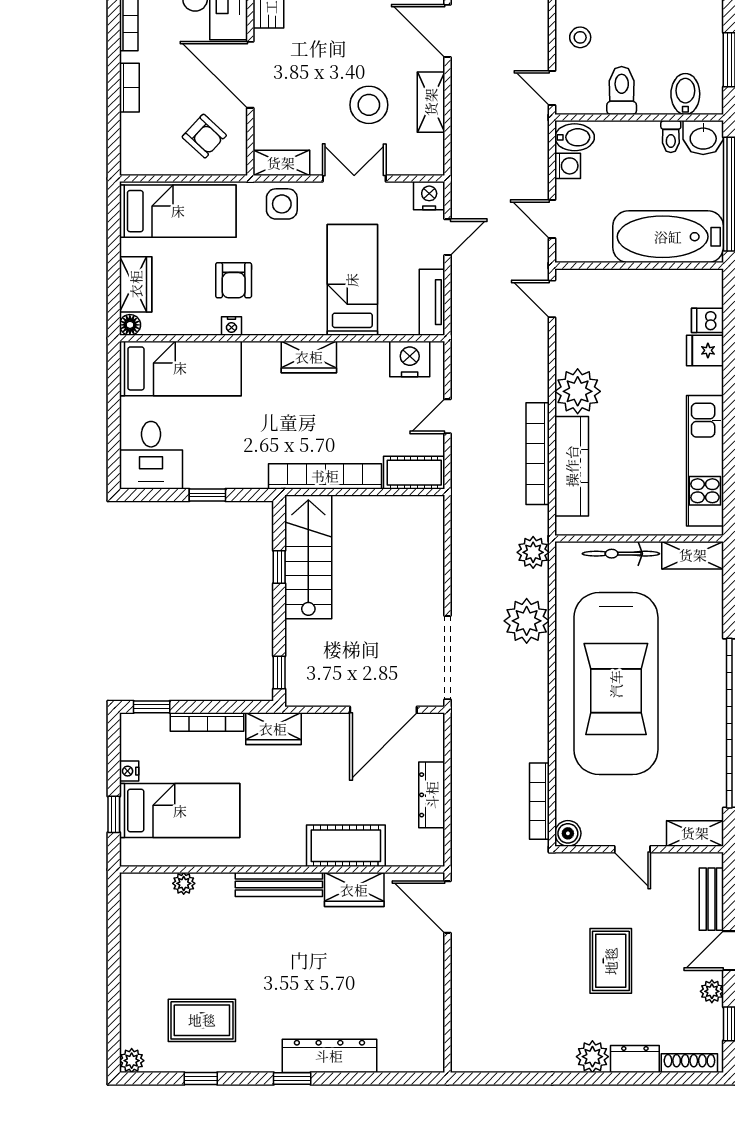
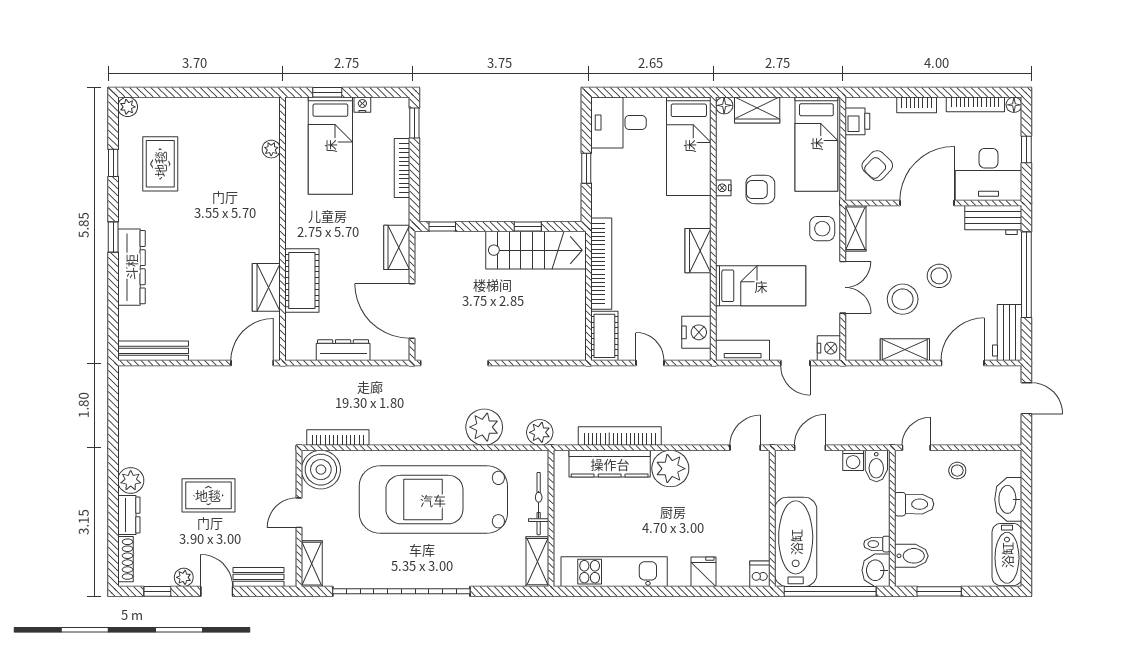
stool: (340, 60) -> (939, 276), added
printer: (150, 160) -> (857, 121), added
dishwasher: (708, 320) -> (760, 574), moved
wardrobe: (273, 729) -> (397, 247), moved
boiler: (568, 833) -> (321, 470), width x1.86, depth x1.86
bench: (279, 885) -> (153, 351), moved, turned 90

